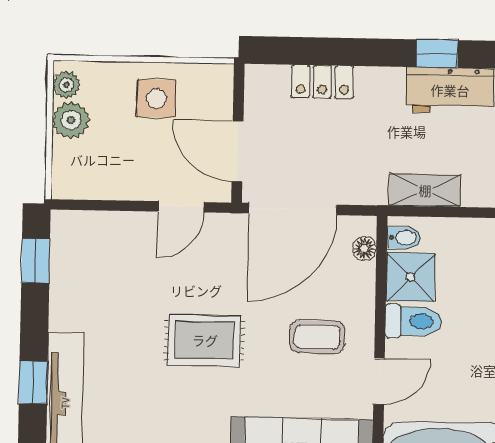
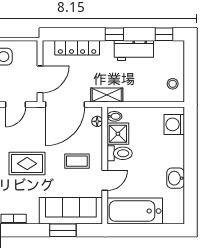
window: (437, 54) -> (114, 34), moved
locker: (322, 82) -> (77, 48), width x1.53
door: (237, 151) -> (40, 79), swing flipped
shelving: (425, 190) -> (107, 95), moved

